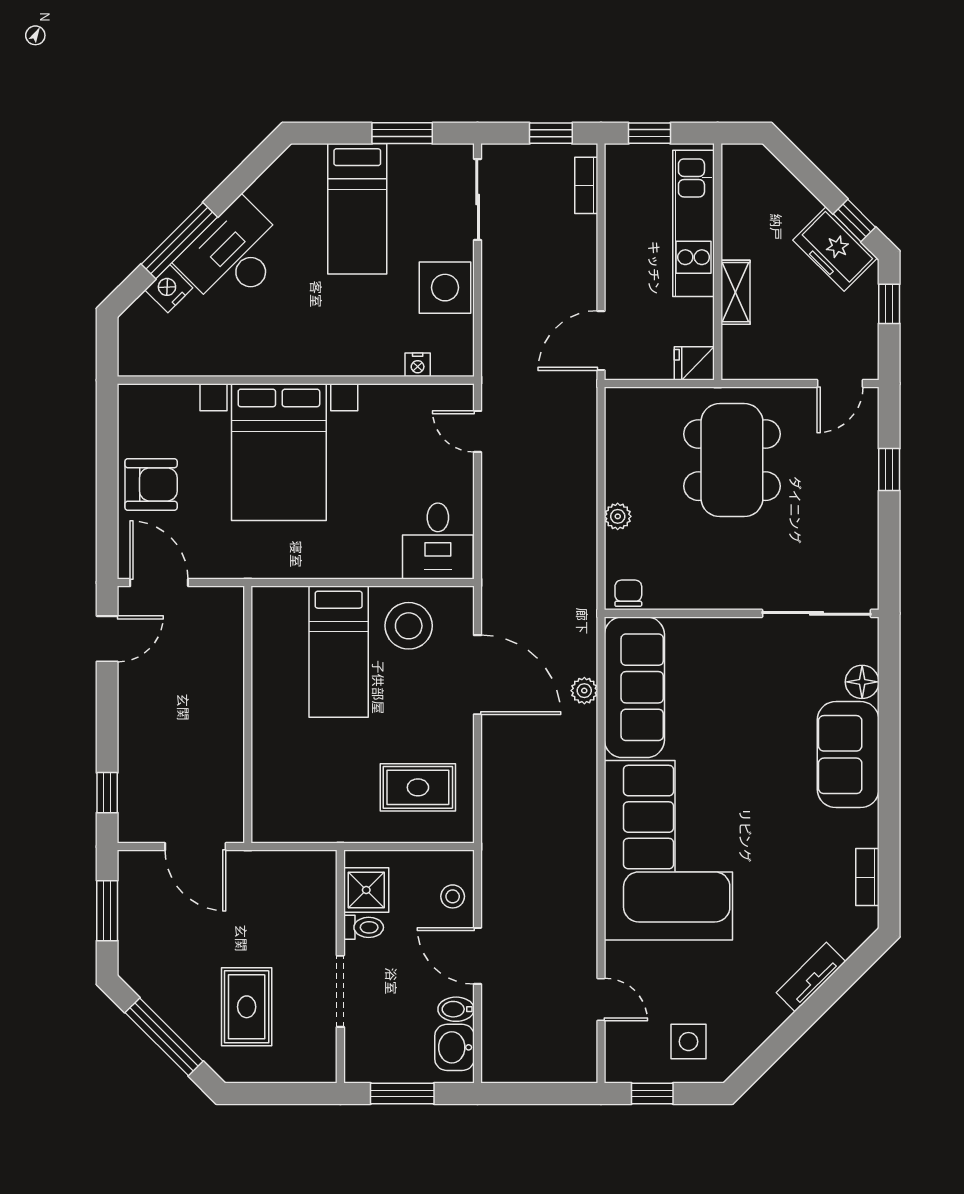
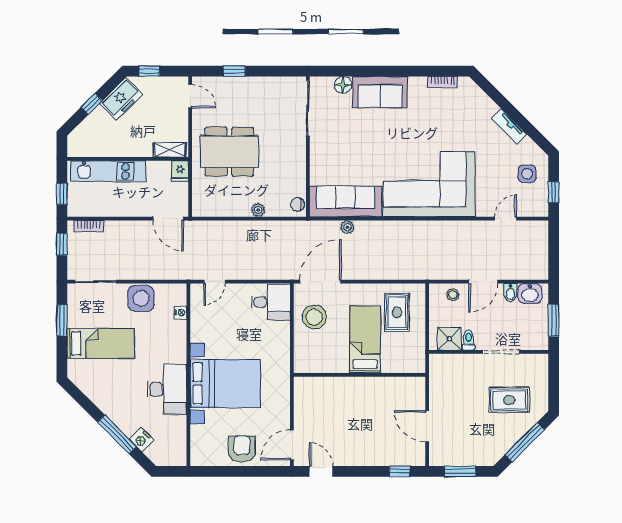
window: (854, 220) -> (92, 104), moved
desk: (234, 255) -> (167, 389), moved, turned -135
shelving: (735, 292) -> (170, 150), moved
bed: (339, 652) -> (365, 339), moved, turned -90
door: (478, 675) -> (321, 282), moved
wall: (248, 715) -> (360, 375), moved
door: (195, 847) -> (427, 426), swing flipped
tv unit: (811, 977) -> (509, 126), moved

